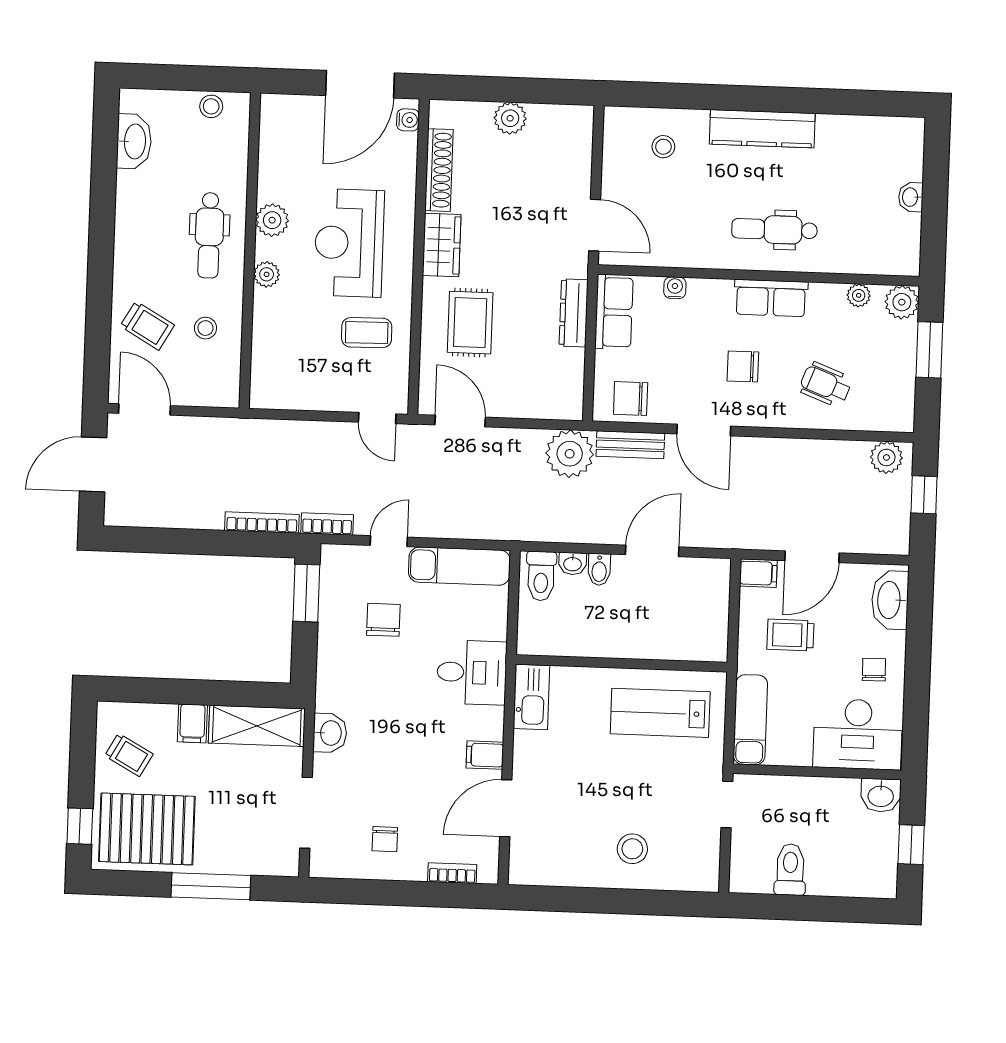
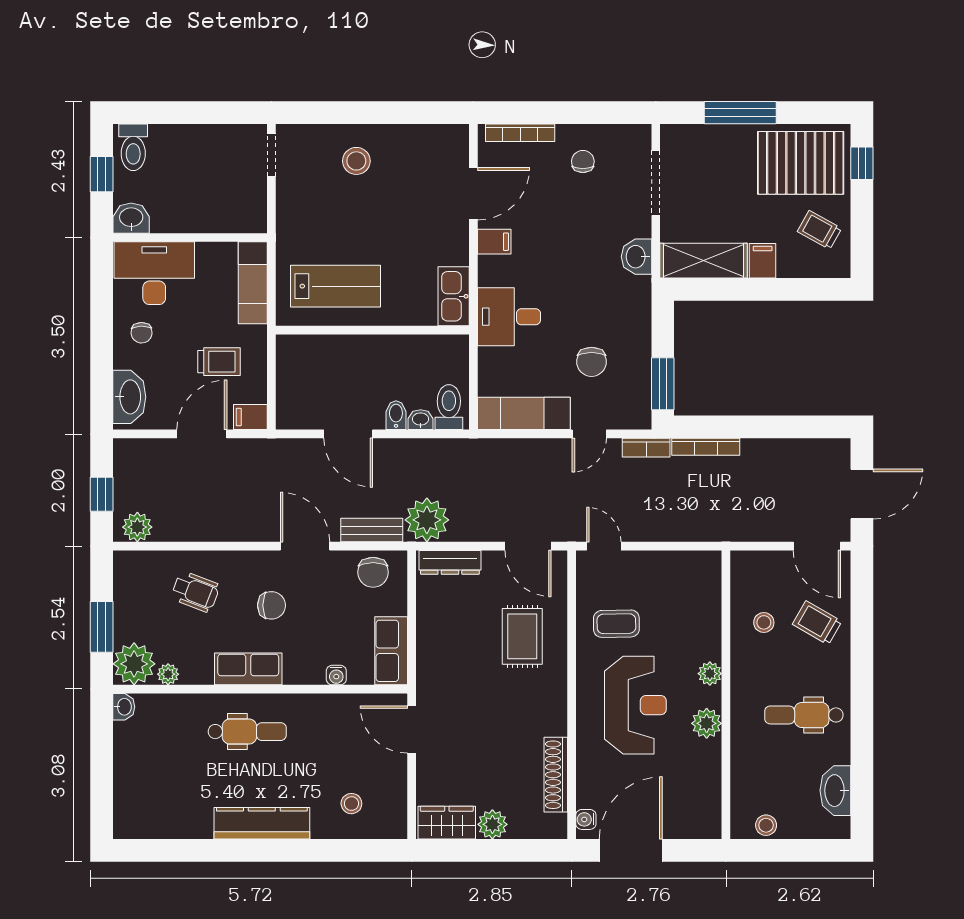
washbasin: (911, 197) -> (124, 707), moved
dental chair: (209, 235) -> (804, 715), moved, turned -90
wardrobe: (442, 245) -> (447, 823), moved, turned 90
plant: (902, 302) -> (134, 664), width x1.36, depth x1.36
dresser: (574, 313) -> (450, 562), moved, turned 90
chair: (631, 399) -> (373, 572), turned 90
door: (652, 551) -> (348, 434), hinge flipped
doorway: (727, 805) -> (271, 155), moved
toilet: (790, 870) -> (133, 147), moved
bookcase: (452, 873) -> (520, 133), width x1.56

